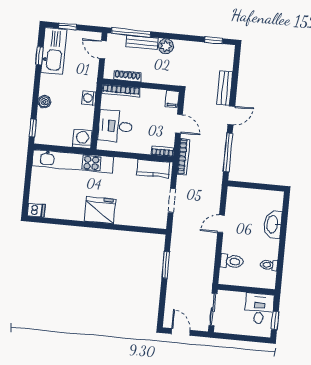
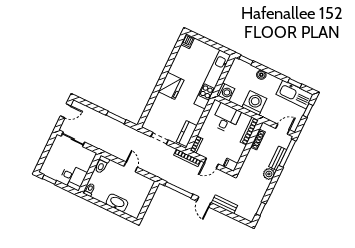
washing machine: (89, 98) -> (254, 103), width x1.89, depth x1.89
wall: (246, 290) -> (90, 173), moved
desk: (259, 309) -> (73, 177), moved

